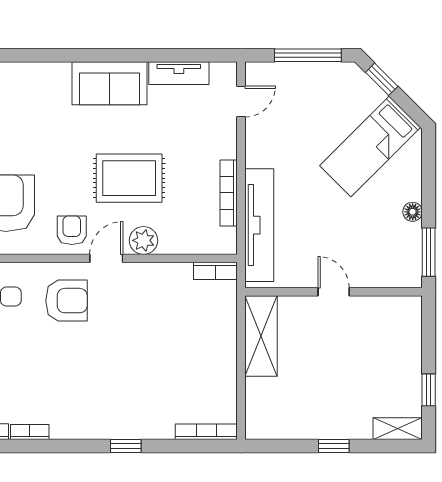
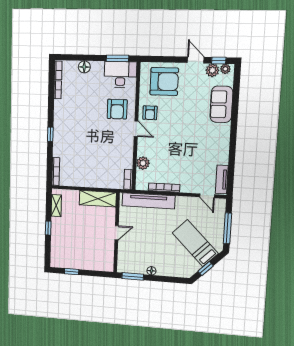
tv unit: (179, 73) -> (222, 179), moved
window: (382, 79) -> (206, 269), moved
sofa: (109, 83) -> (221, 104), moved
bed: (370, 146) -> (195, 243), moved
rug: (129, 178) -> (173, 141), removed
armchair: (72, 230) -> (150, 113), turned 90
plant: (144, 240) -> (143, 163), moved
shelving: (398, 429) -> (56, 206), moved

